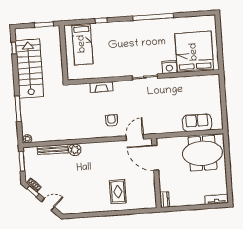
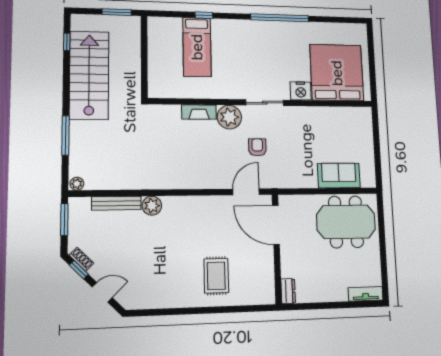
bed: (82, 44) -> (197, 47), moved
plant: (122, 89) -> (229, 117), added
armchair: (112, 121) -> (257, 147), moved

